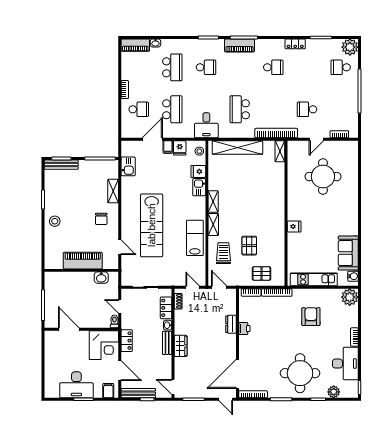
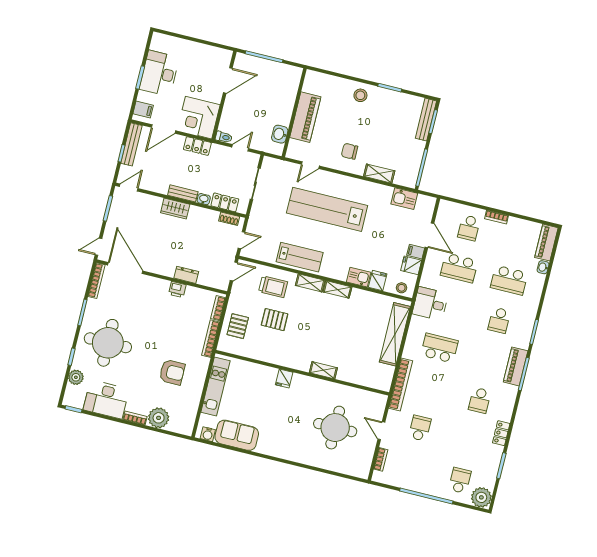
shelving: (280, 151) -> (323, 370), moved
plant: (350, 297) -> (159, 418), moved

